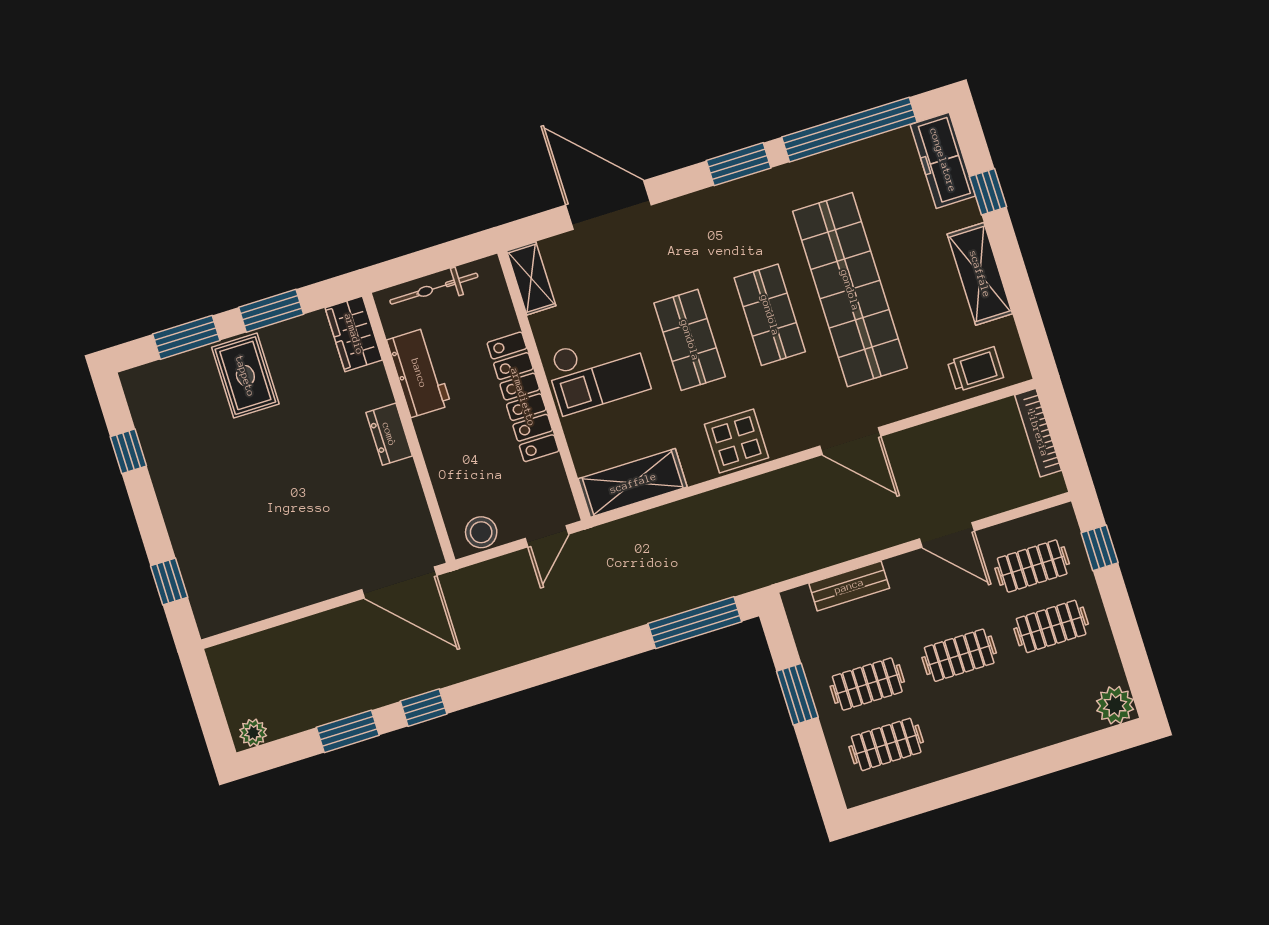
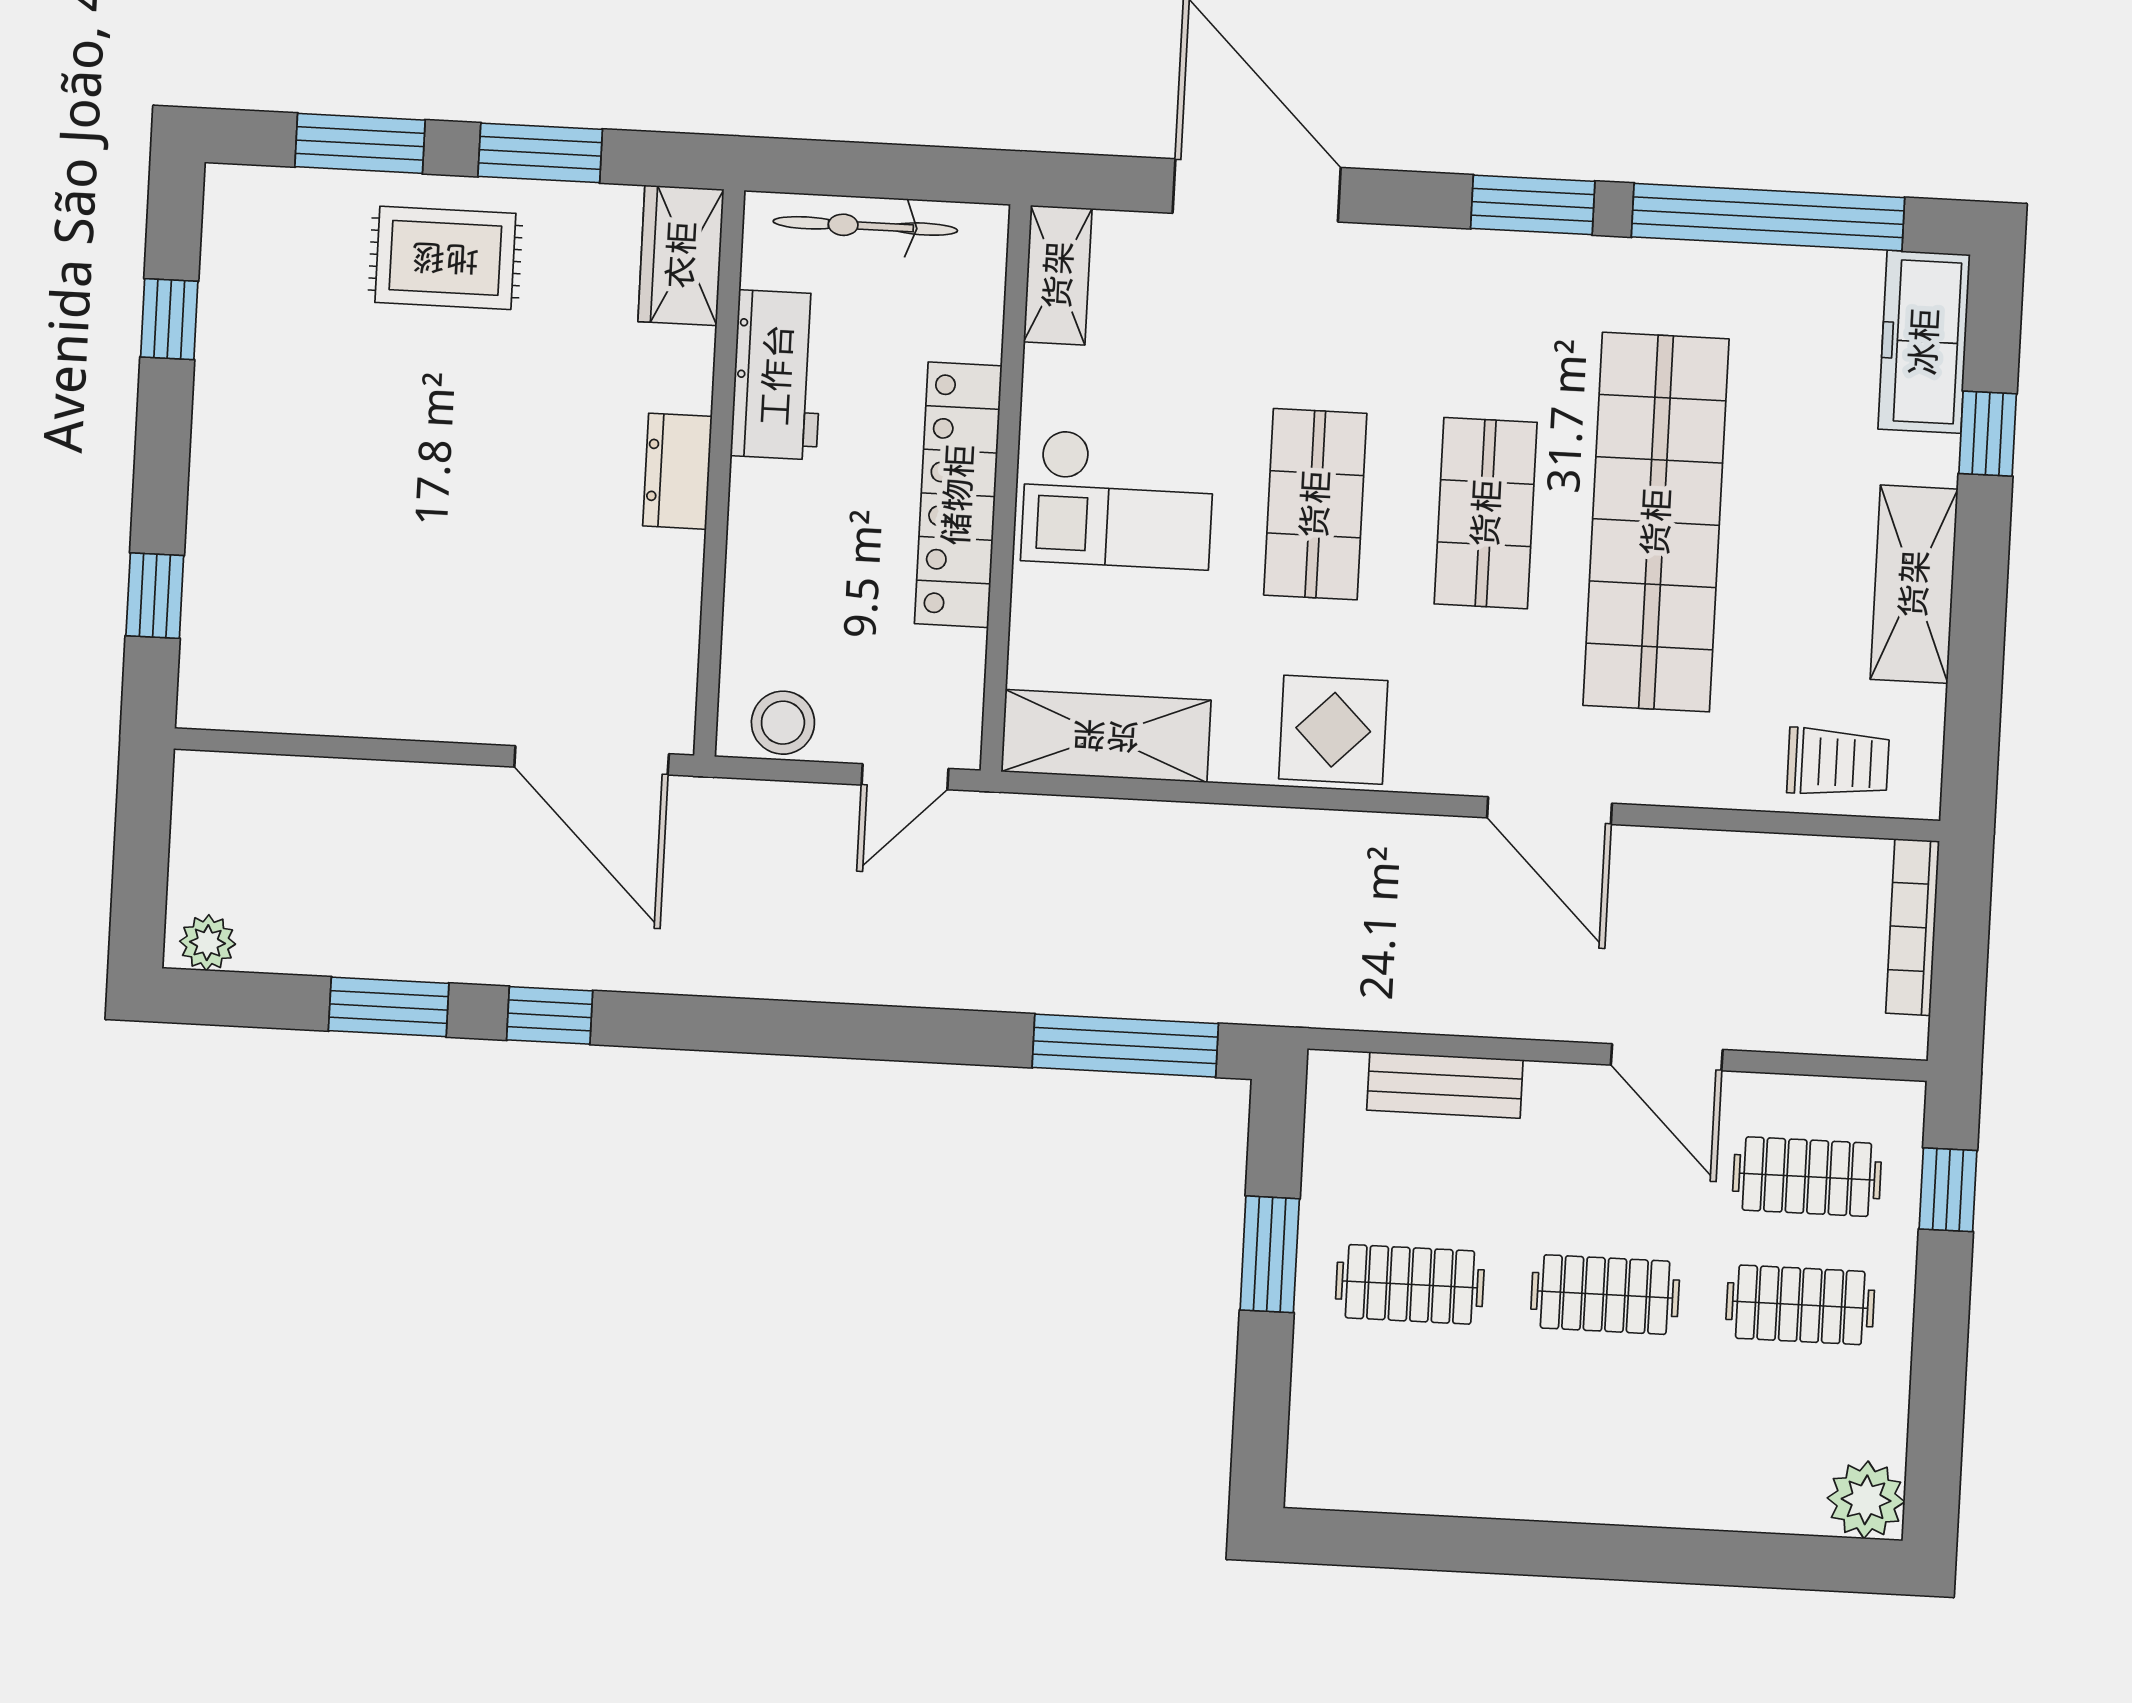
rug: (245, 376) -> (445, 258), turned 90
clothes rail: (886, 744) -> (1403, 1413), removed

